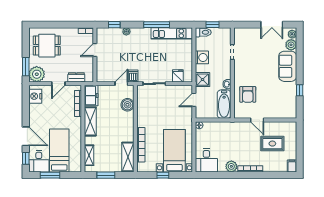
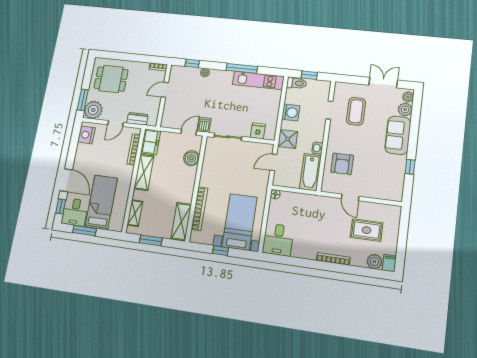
double door: (272, 25) -> (383, 83), swing flipped
coffee table: (253, 51) -> (356, 111), added
plant: (231, 166) -> (374, 262), moved

